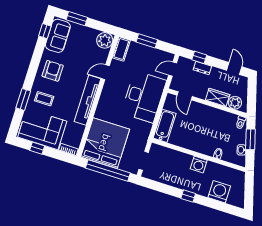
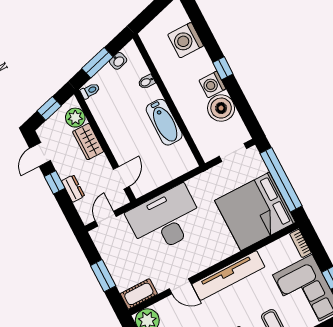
window: (199, 57) -> (55, 182), moved
door: (173, 69) -> (106, 219), swing flipped
window: (252, 95) -> (49, 108), added
bathtub: (165, 126) -> (164, 122), moved, turned -90
washing machine: (199, 165) -> (212, 85), moved, turned 180
boiler: (170, 176) -> (221, 108), added

